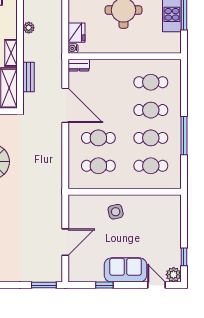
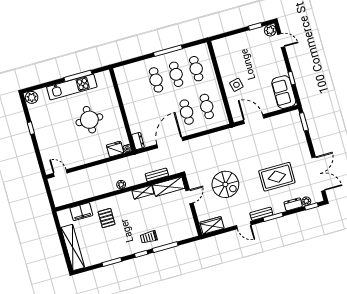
cafe table: (151, 82) -> (136, 86), removed
door: (65, 242) -> (254, 119), moved
sofa: (126, 270) -> (284, 92), moved
door: (157, 285) -> (281, 41), swing flipped

